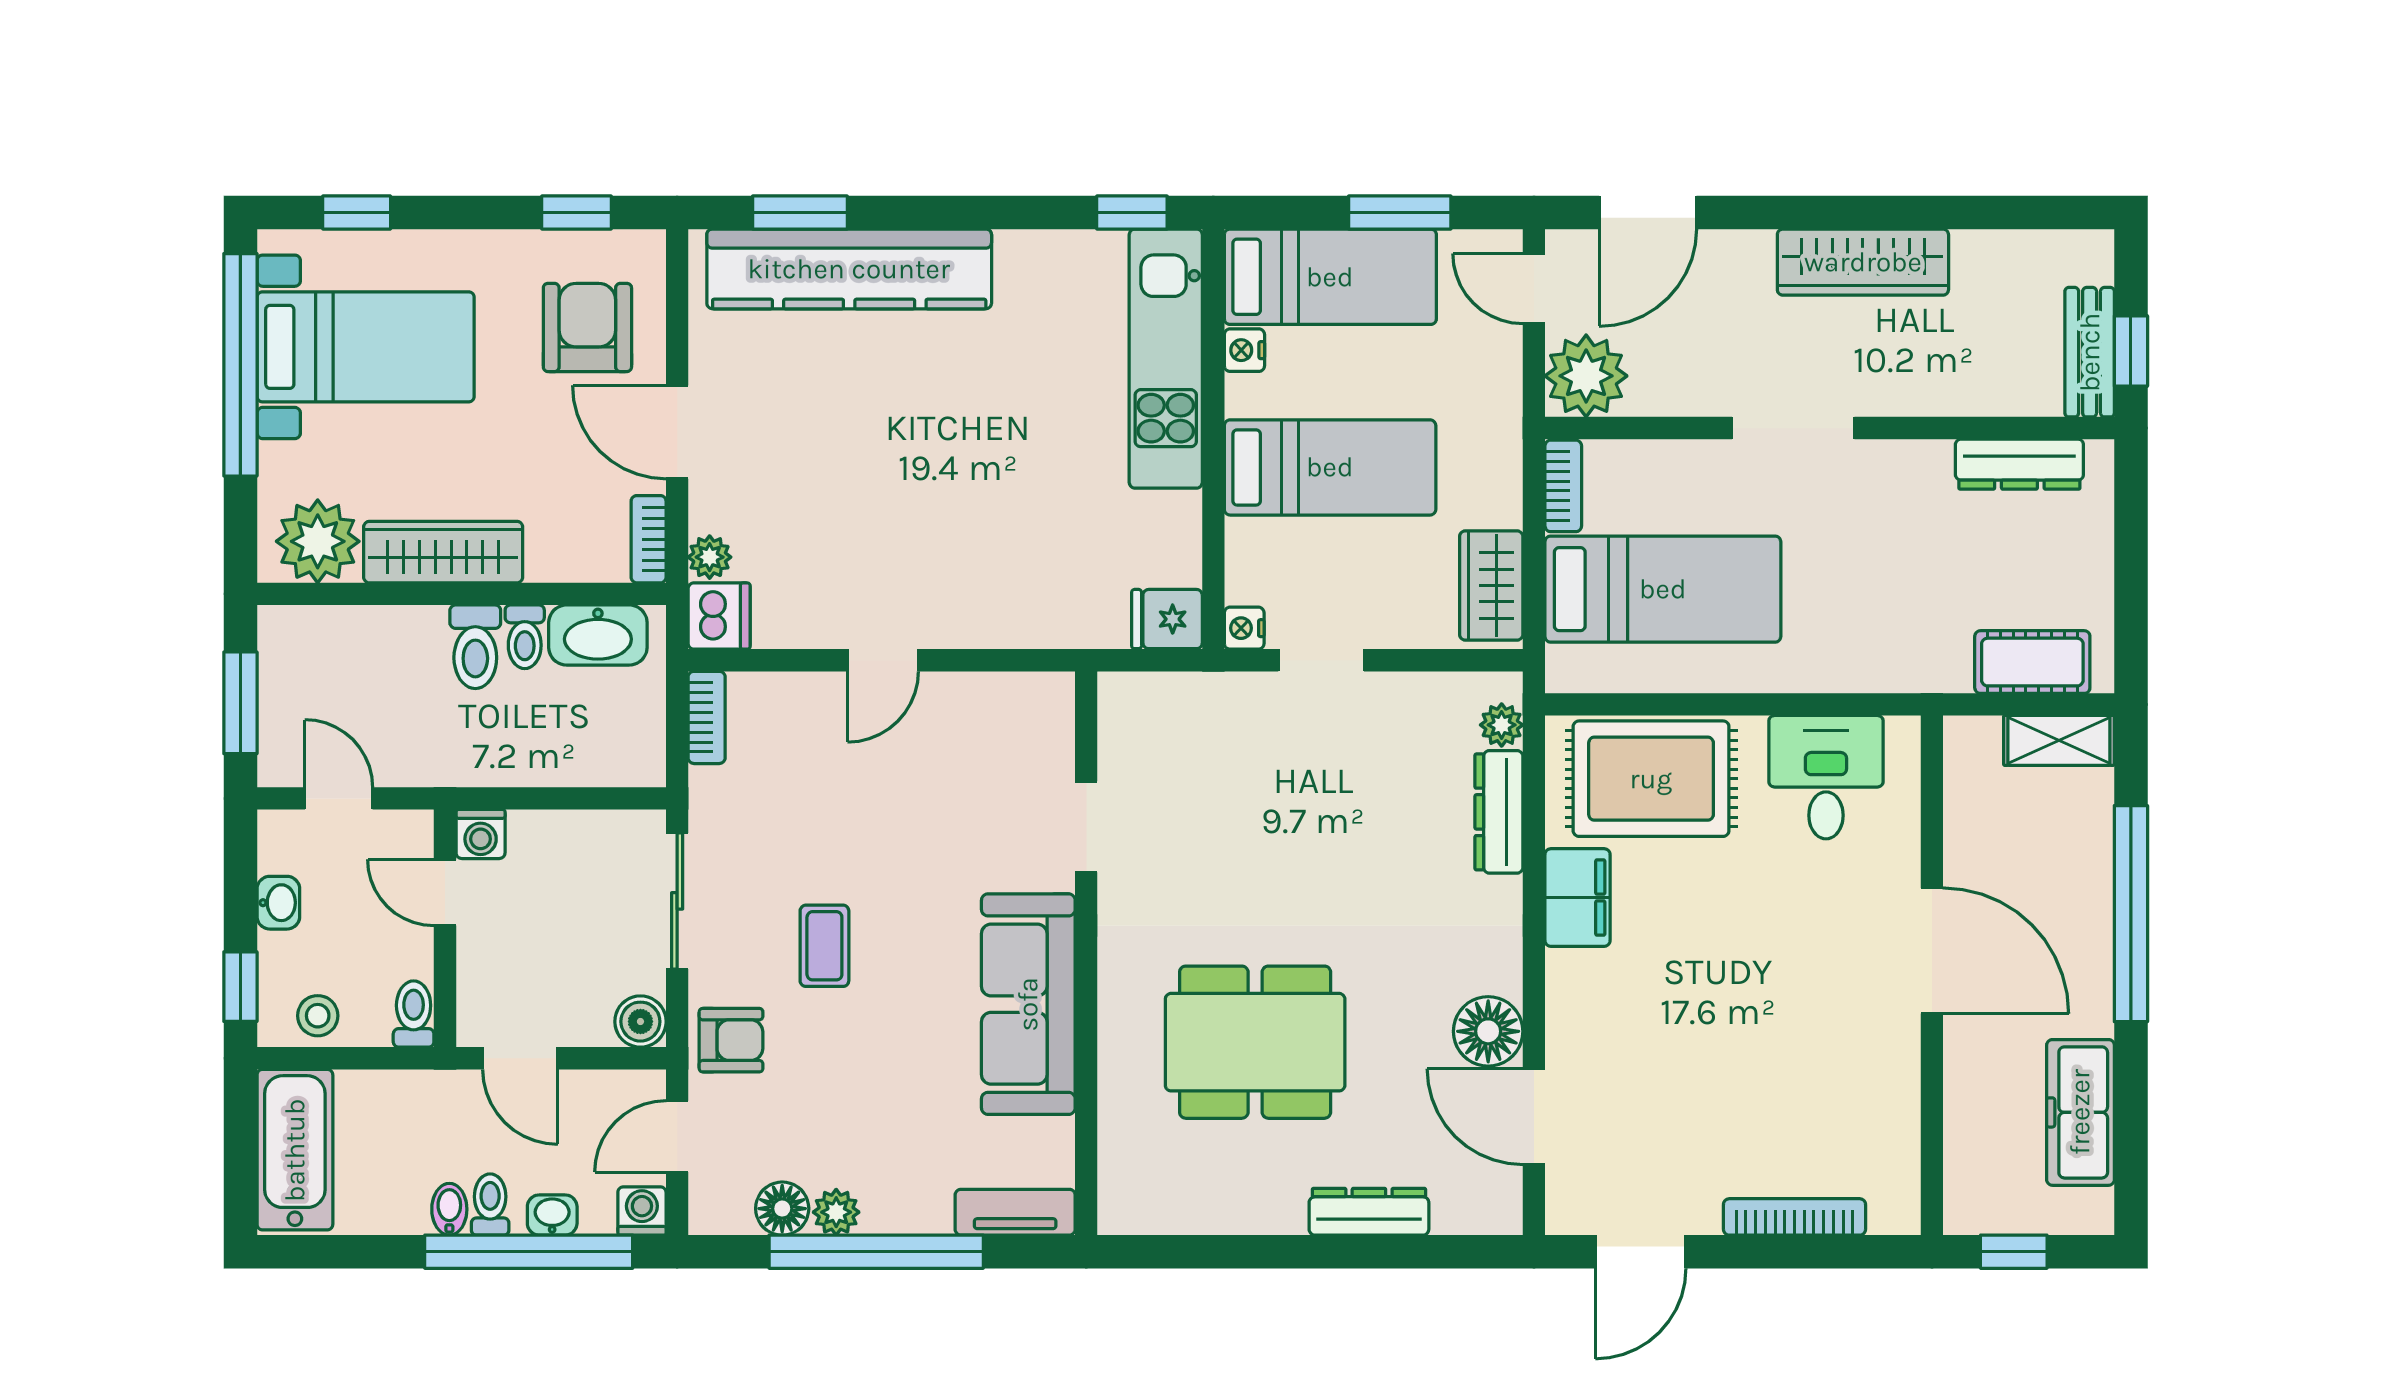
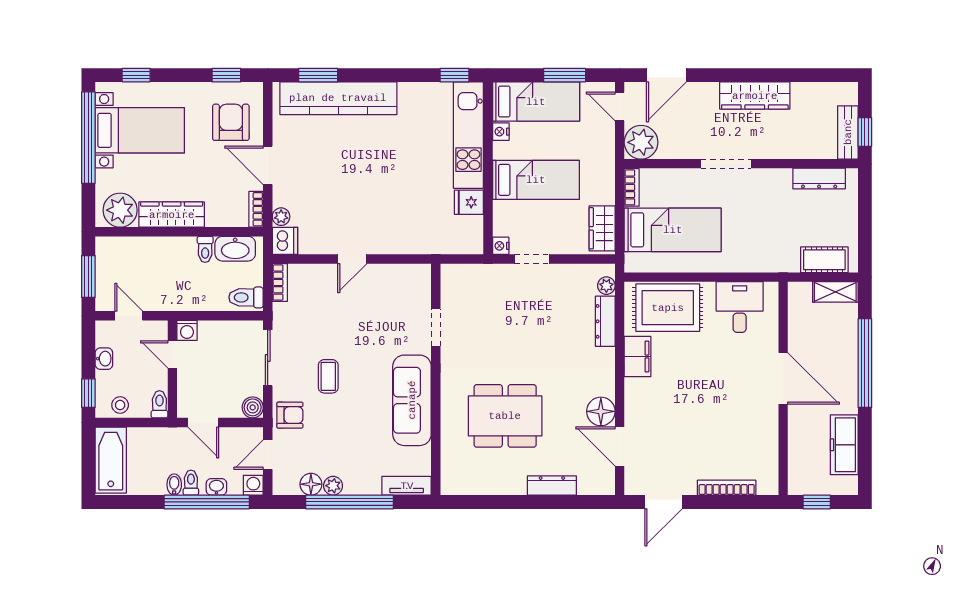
fridge: (1167, 619) -> (469, 202), moved
toilet: (475, 647) -> (246, 297), moved, turned 90

